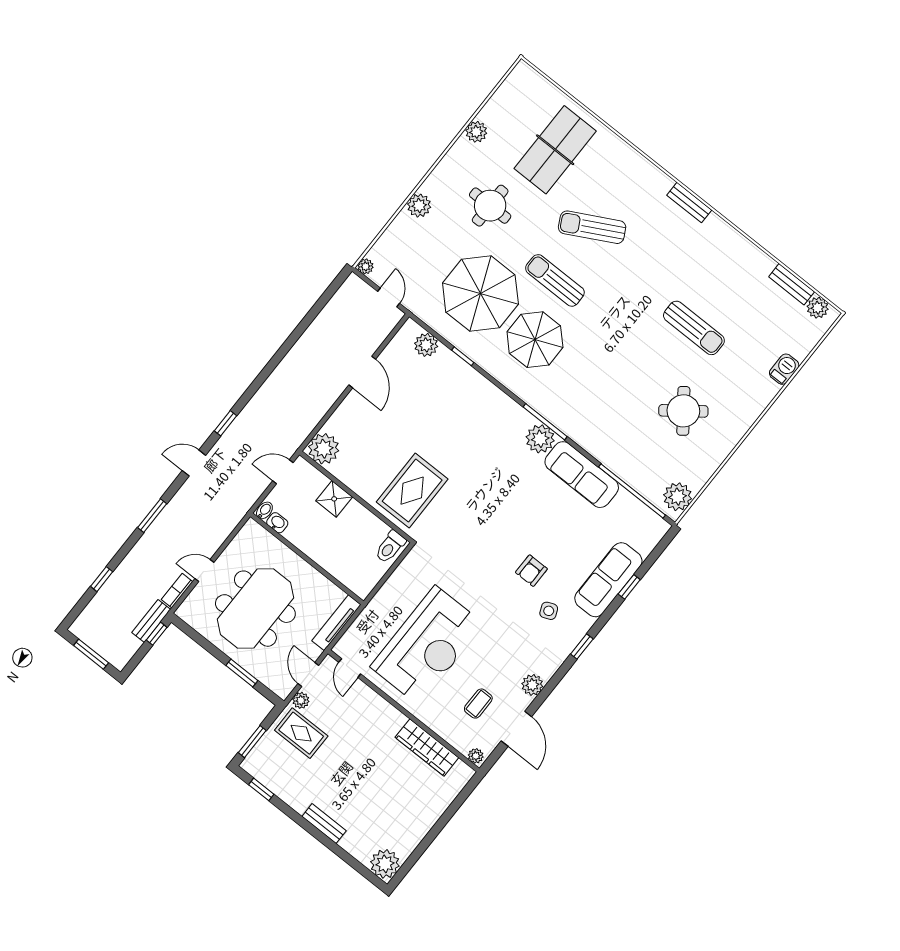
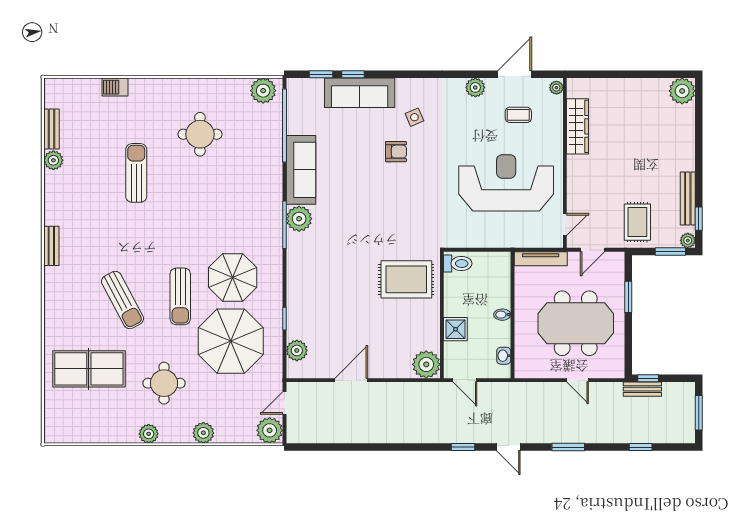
plant: (476, 132) -> (149, 434), moved
plant: (366, 266) -> (270, 430), width x1.87, depth x1.87
plant: (818, 308) -> (53, 160), moved
round table: (683, 411) -> (200, 134), turned 37
bidet: (264, 510) -> (502, 315), moved
bookcase: (177, 591) -> (607, 388), removed
window: (582, 647) -> (321, 74), moved
plant: (301, 700) -> (688, 240), moved
bench: (324, 824) -> (688, 198), moved, width x1.36

